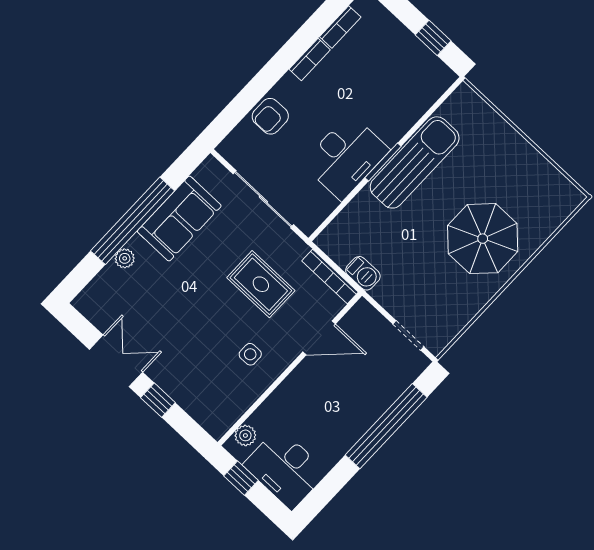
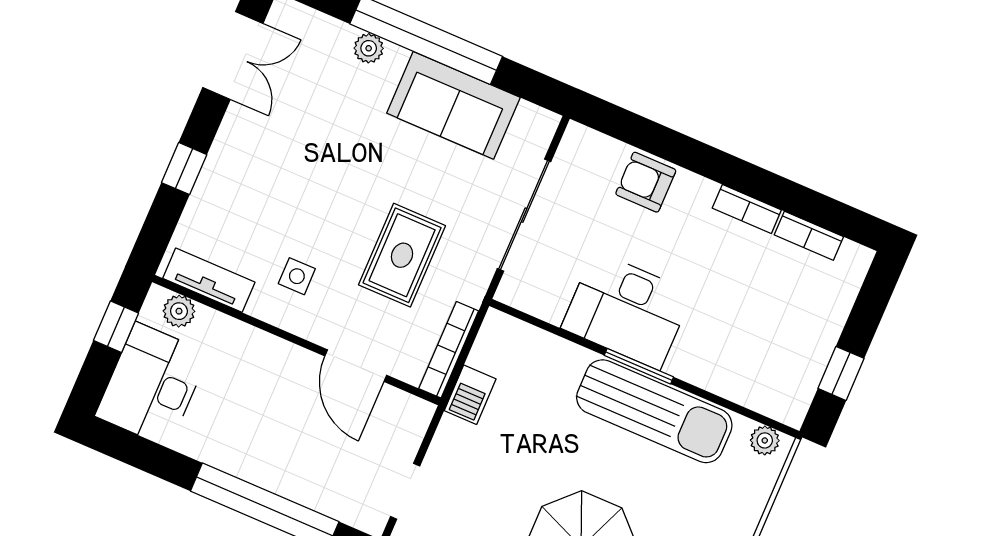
plant: (458, 100) -> (765, 440), added
double door: (116, 361) -> (233, 56), moved
tv unit: (233, 410) -> (209, 280), added

